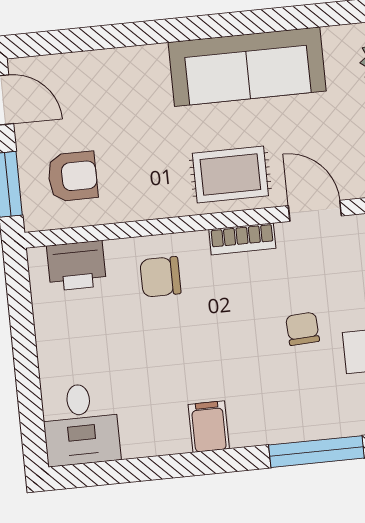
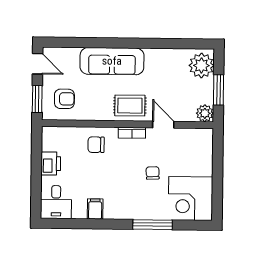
sofa: (247, 67) -> (112, 61), moved
printer: (77, 266) -> (51, 164), moved, turned -90
filing cabinet: (209, 427) -> (95, 209), moved

